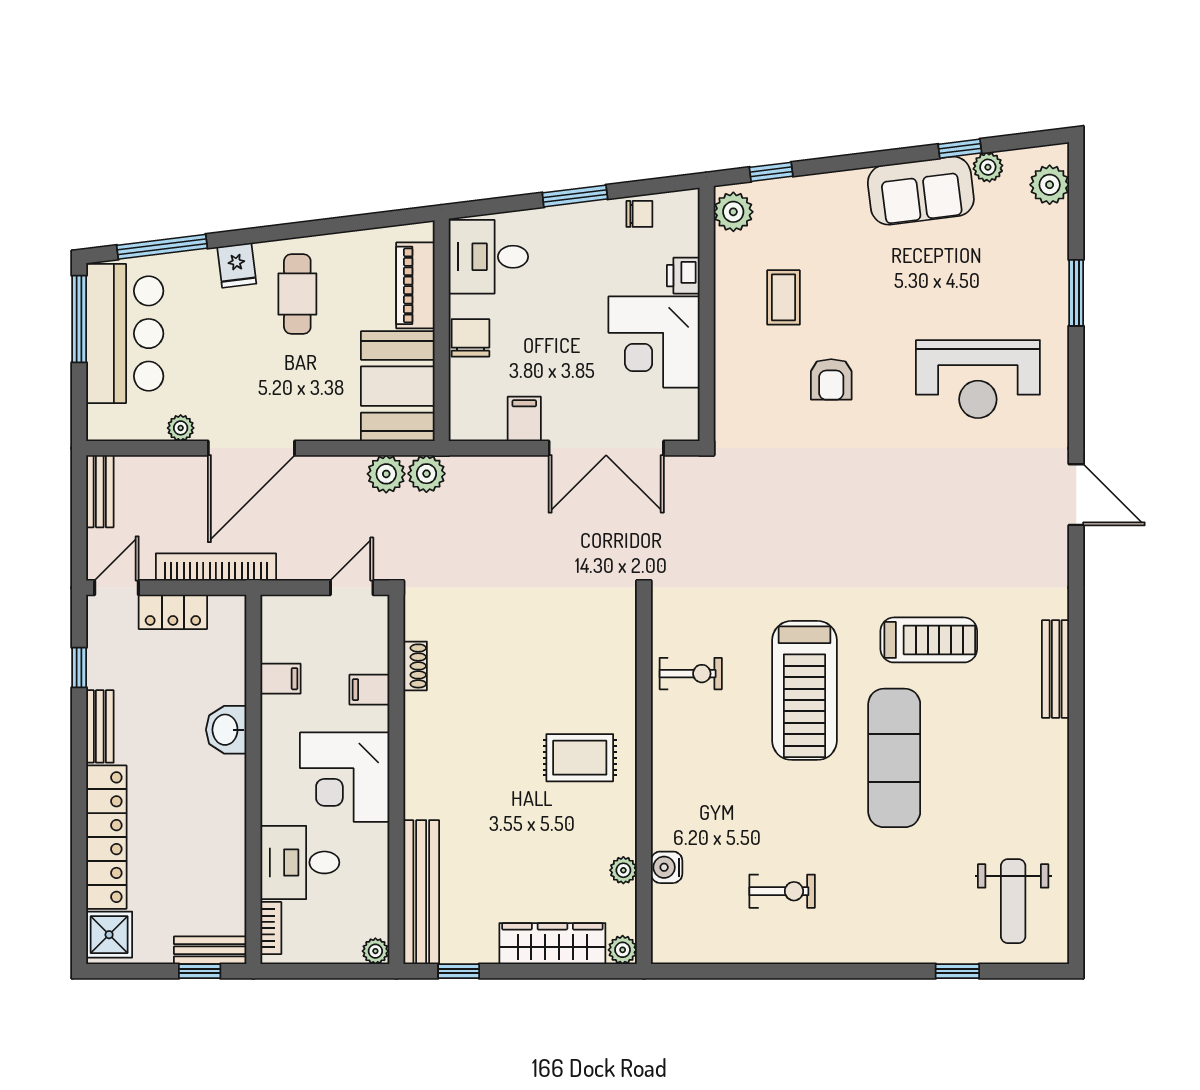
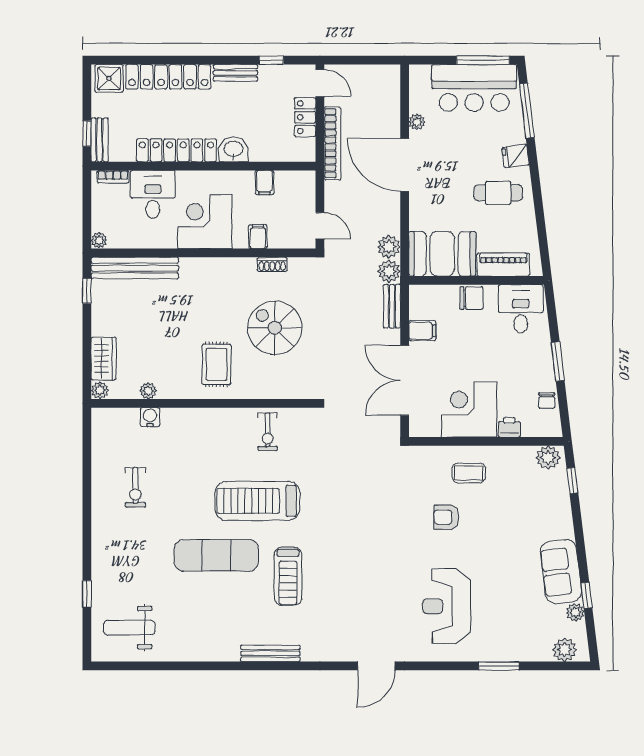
coffee table: (784, 297) -> (469, 473), moved
bench: (100, 491) -> (392, 306), moved, turned 90
spiral stairs: (520, 662) -> (275, 328), added
locker: (227, 824) -> (176, 150), added
wardrobe: (552, 944) -> (104, 359), width x0.67

